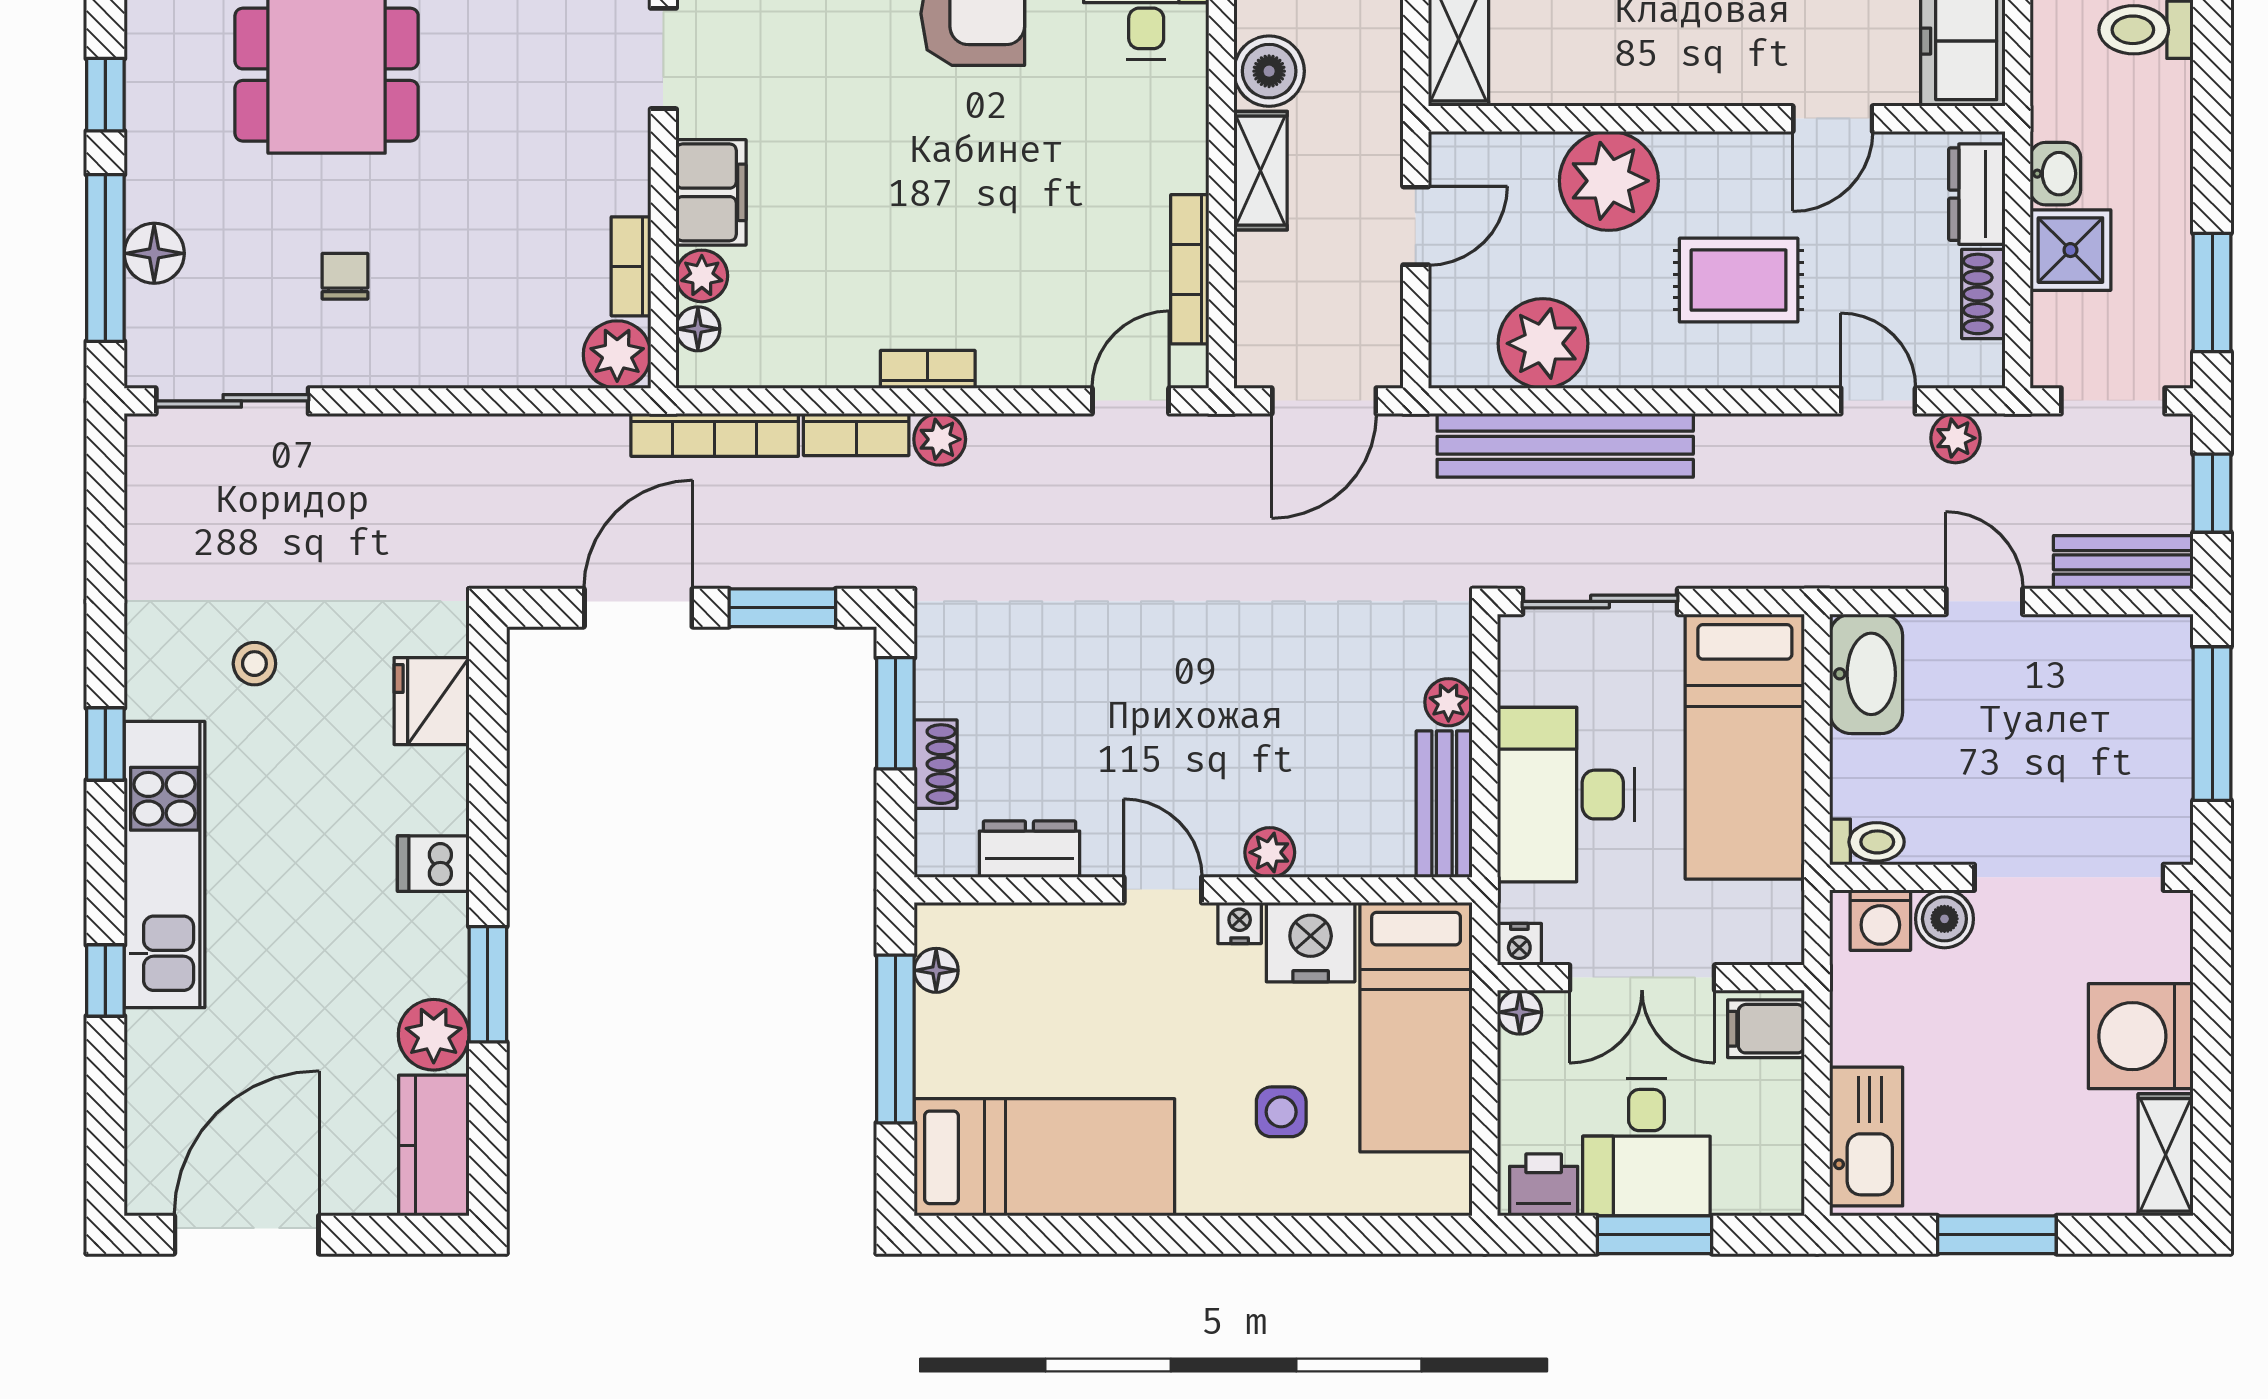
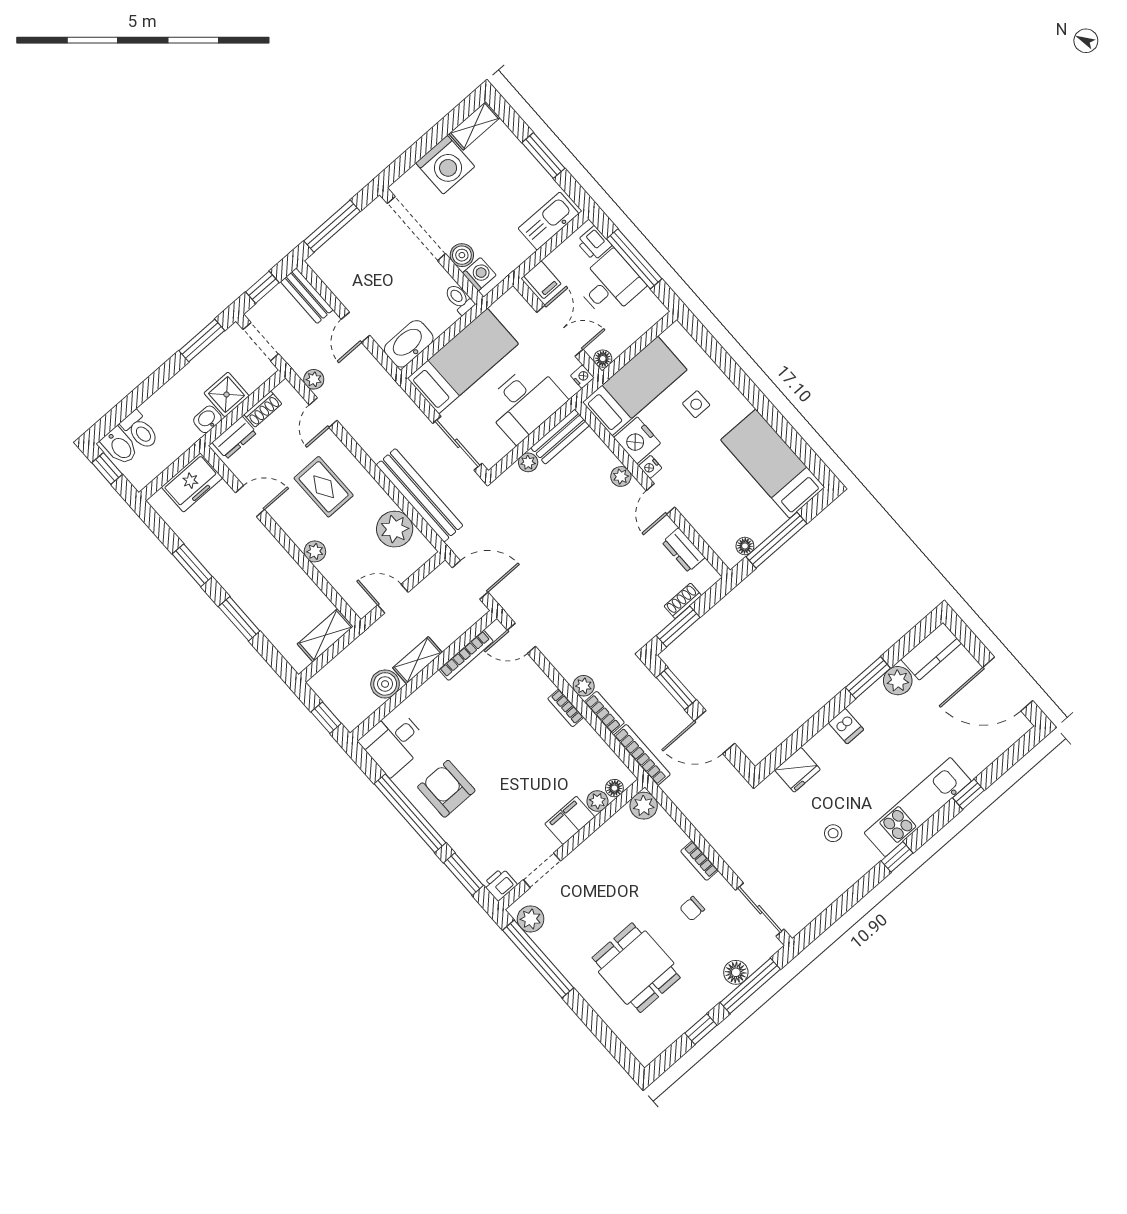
plant: (1609, 181) -> (315, 551), width x0.53, depth x0.53
bookcase: (631, 266) -> (699, 861), moved, turned 90
printer: (1544, 1185) -> (594, 243), moved
window: (1655, 1235) -> (634, 259), width x1.44

